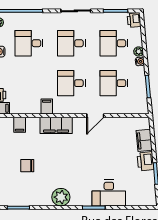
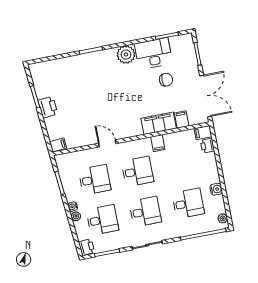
door: (95, 116) -> (107, 143), hinge flipped
filing cabinet: (56, 125) -> (159, 123), moved
filing cabinet: (144, 140) -> (58, 145), moved, width x0.50
desk: (109, 193) -> (154, 54), moved

